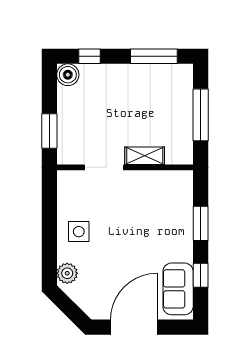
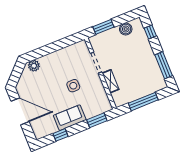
boiler: (68, 75) -> (126, 29), moved
window: (201, 223) -> (97, 120), moved
side table: (79, 232) -> (73, 86), moved
sofa: (178, 289) -> (70, 118), moved

